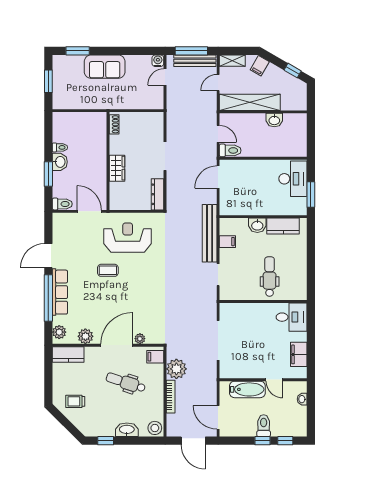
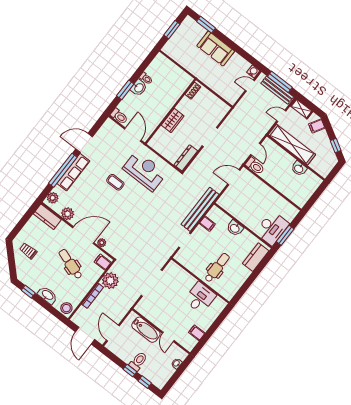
desk: (293, 179) -> (272, 228), moved
kitchen counter: (283, 226) -> (256, 257), moved, turned 90
desk: (292, 317) -> (200, 298), moved, turned -90
filing cabinet: (299, 354) -> (197, 333), width x0.50

